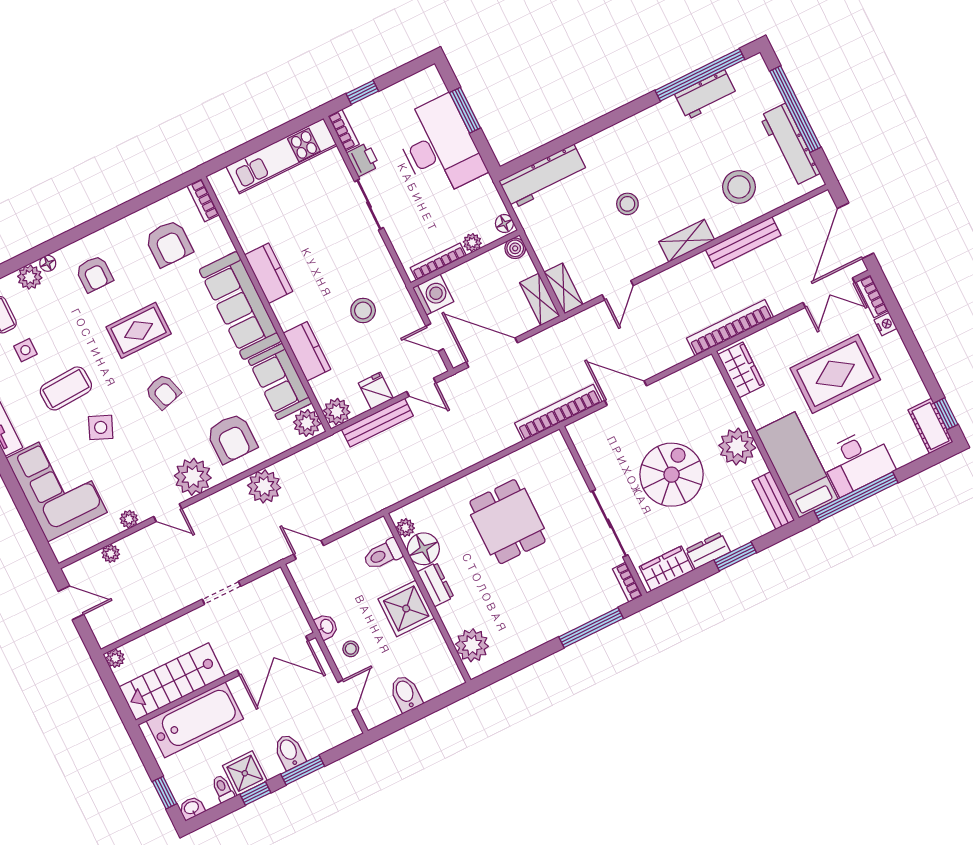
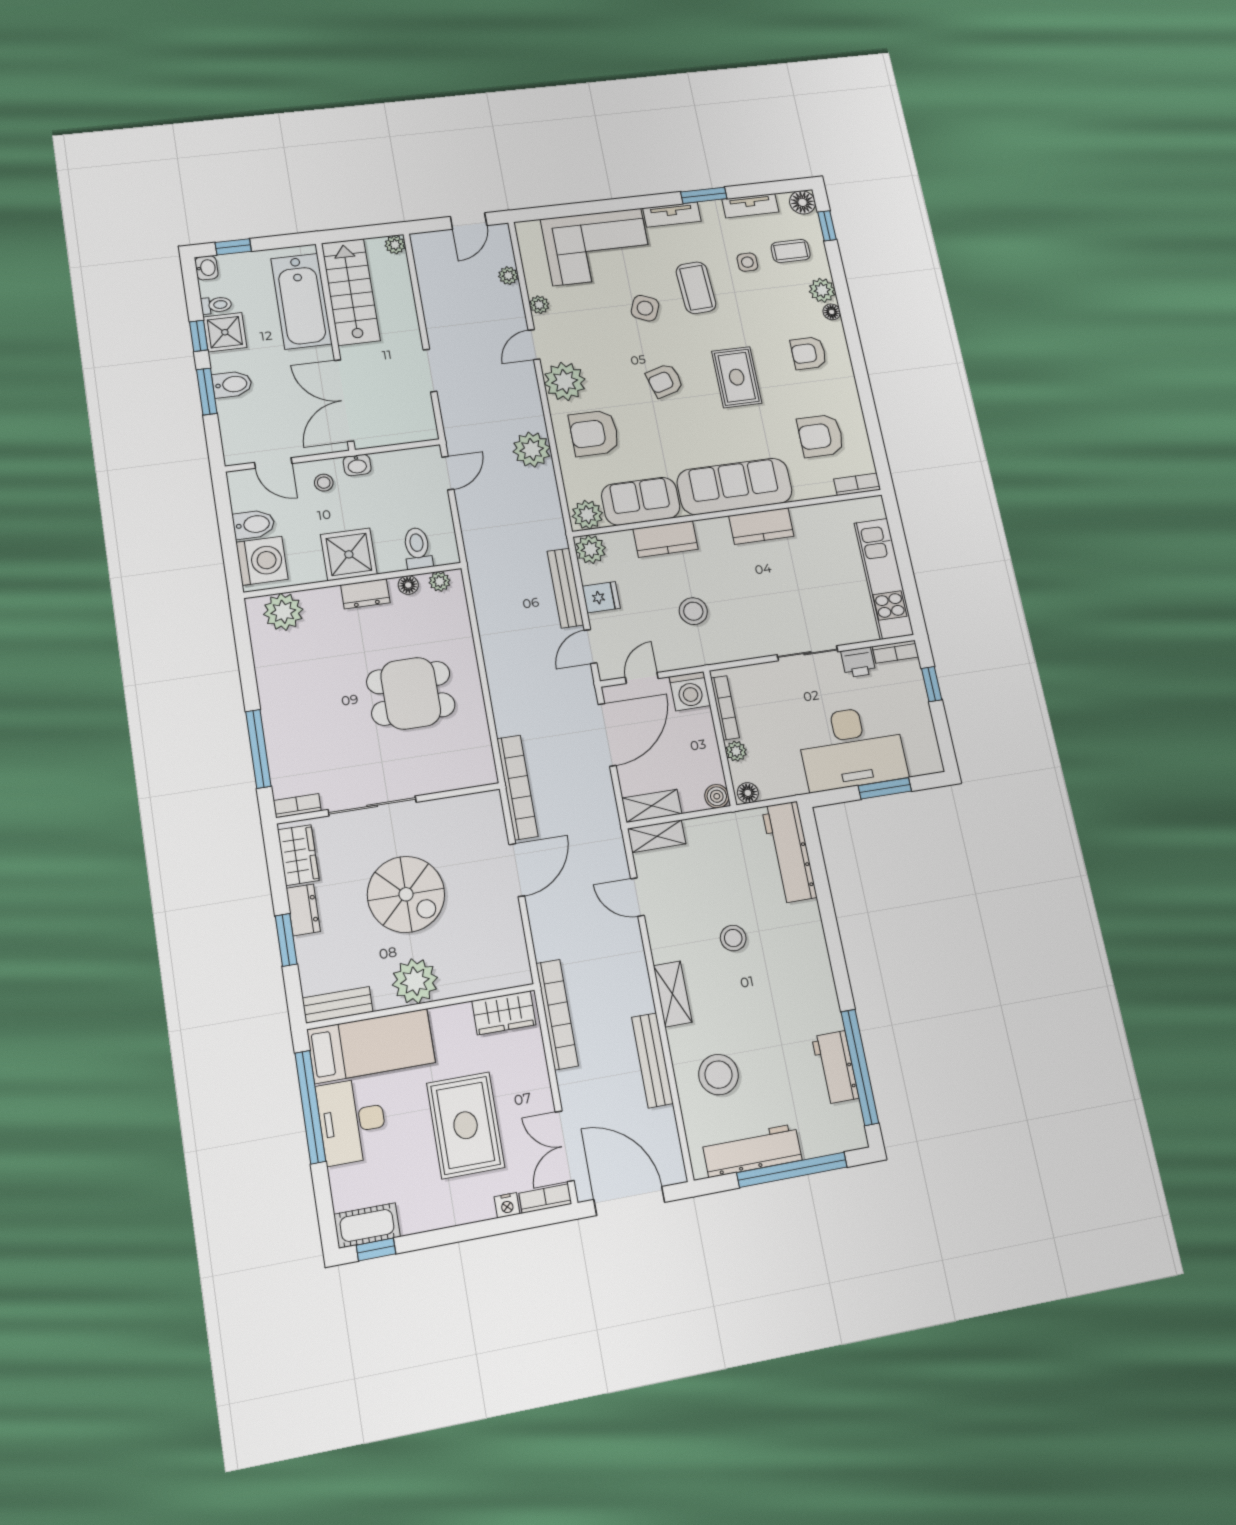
floor lamp: (423, 549) -> (408, 585), width x0.53, depth x0.53
washing machine: (434, 677) -> (262, 561), added

